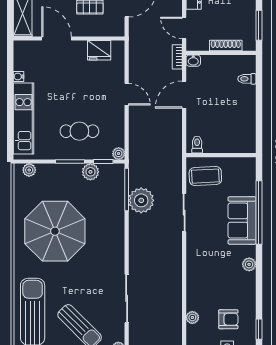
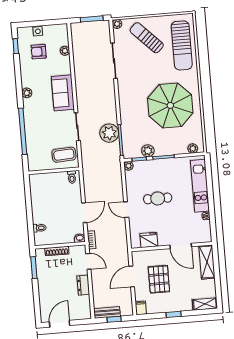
cafe table: (79, 131) -> (158, 198), moved
sofa: (242, 220) -> (63, 93), moved, turned 180

